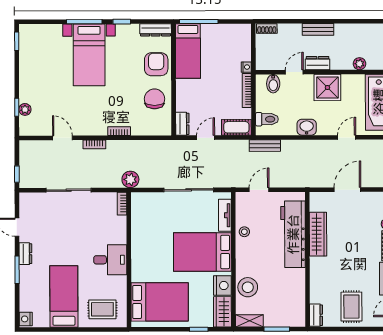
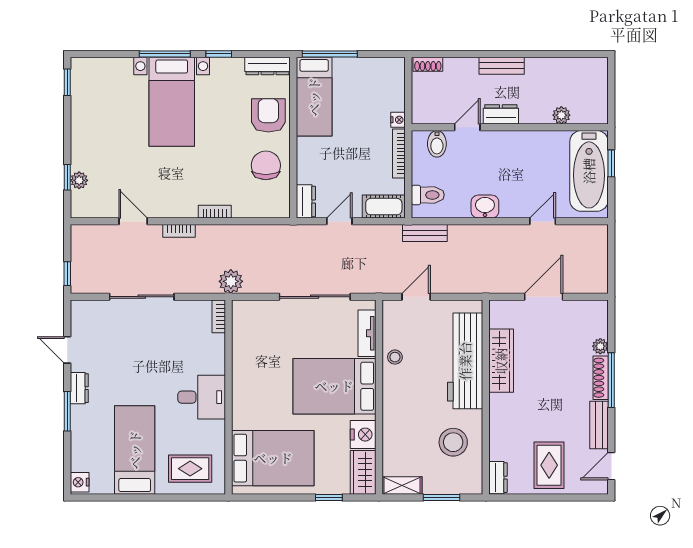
shower: (327, 88) -> (515, 149), removed
stool: (248, 287) -> (453, 442), moved

